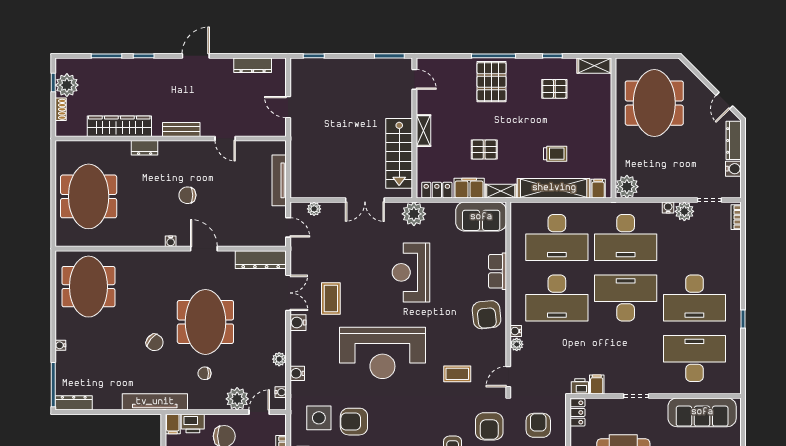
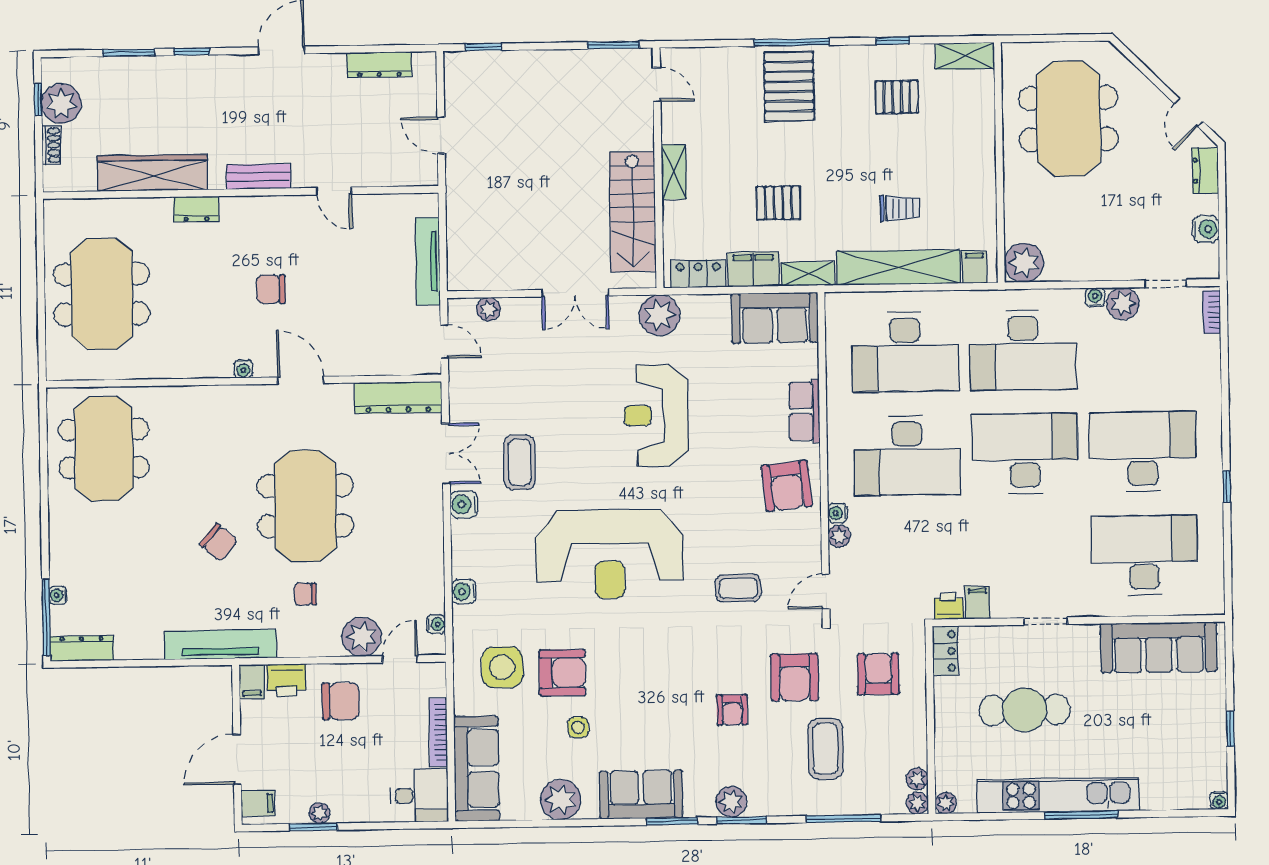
dresser: (734, 140) -> (1205, 171), width x0.70
desk: (694, 298) -> (1143, 452), turned 180
water cooler: (60, 345) -> (58, 595), moved
plant: (279, 359) -> (433, 568), removed
armchair: (354, 422) -> (562, 673), turned 180

